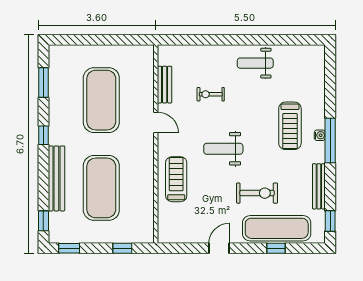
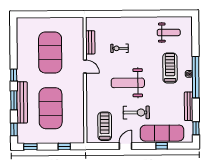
weight bench: (255, 63) -> (169, 32), moved, turned 180
window: (43, 83) -> (14, 100), moved
treadmill: (290, 126) -> (170, 68), turned 180
window: (330, 141) -> (196, 77), width x1.46
weight bench: (223, 149) -> (128, 83), width x1.36, depth x1.33
treadmill: (176, 179) -> (105, 126), moved
exercise bike: (257, 193) -> (136, 113), moved

